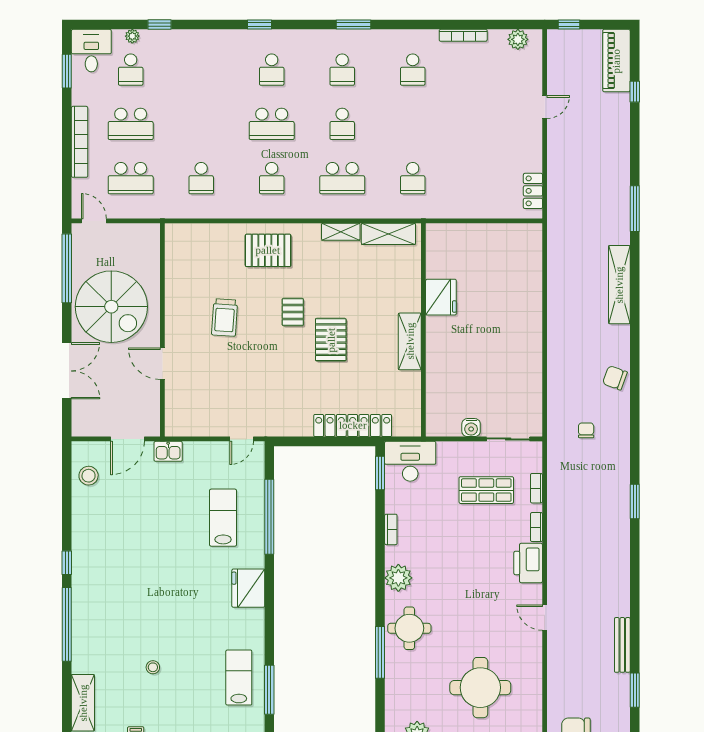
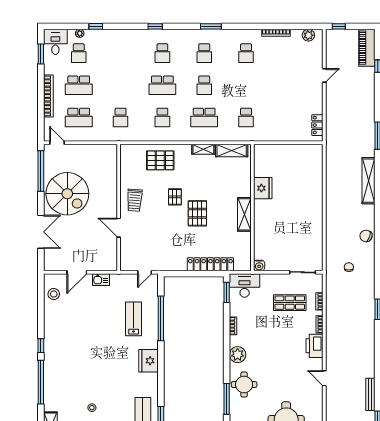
wall: (162, 330) -> (119, 208), moved
door: (162, 364) -> (119, 228), moved
water cooler: (471, 428) -> (259, 265), moved

